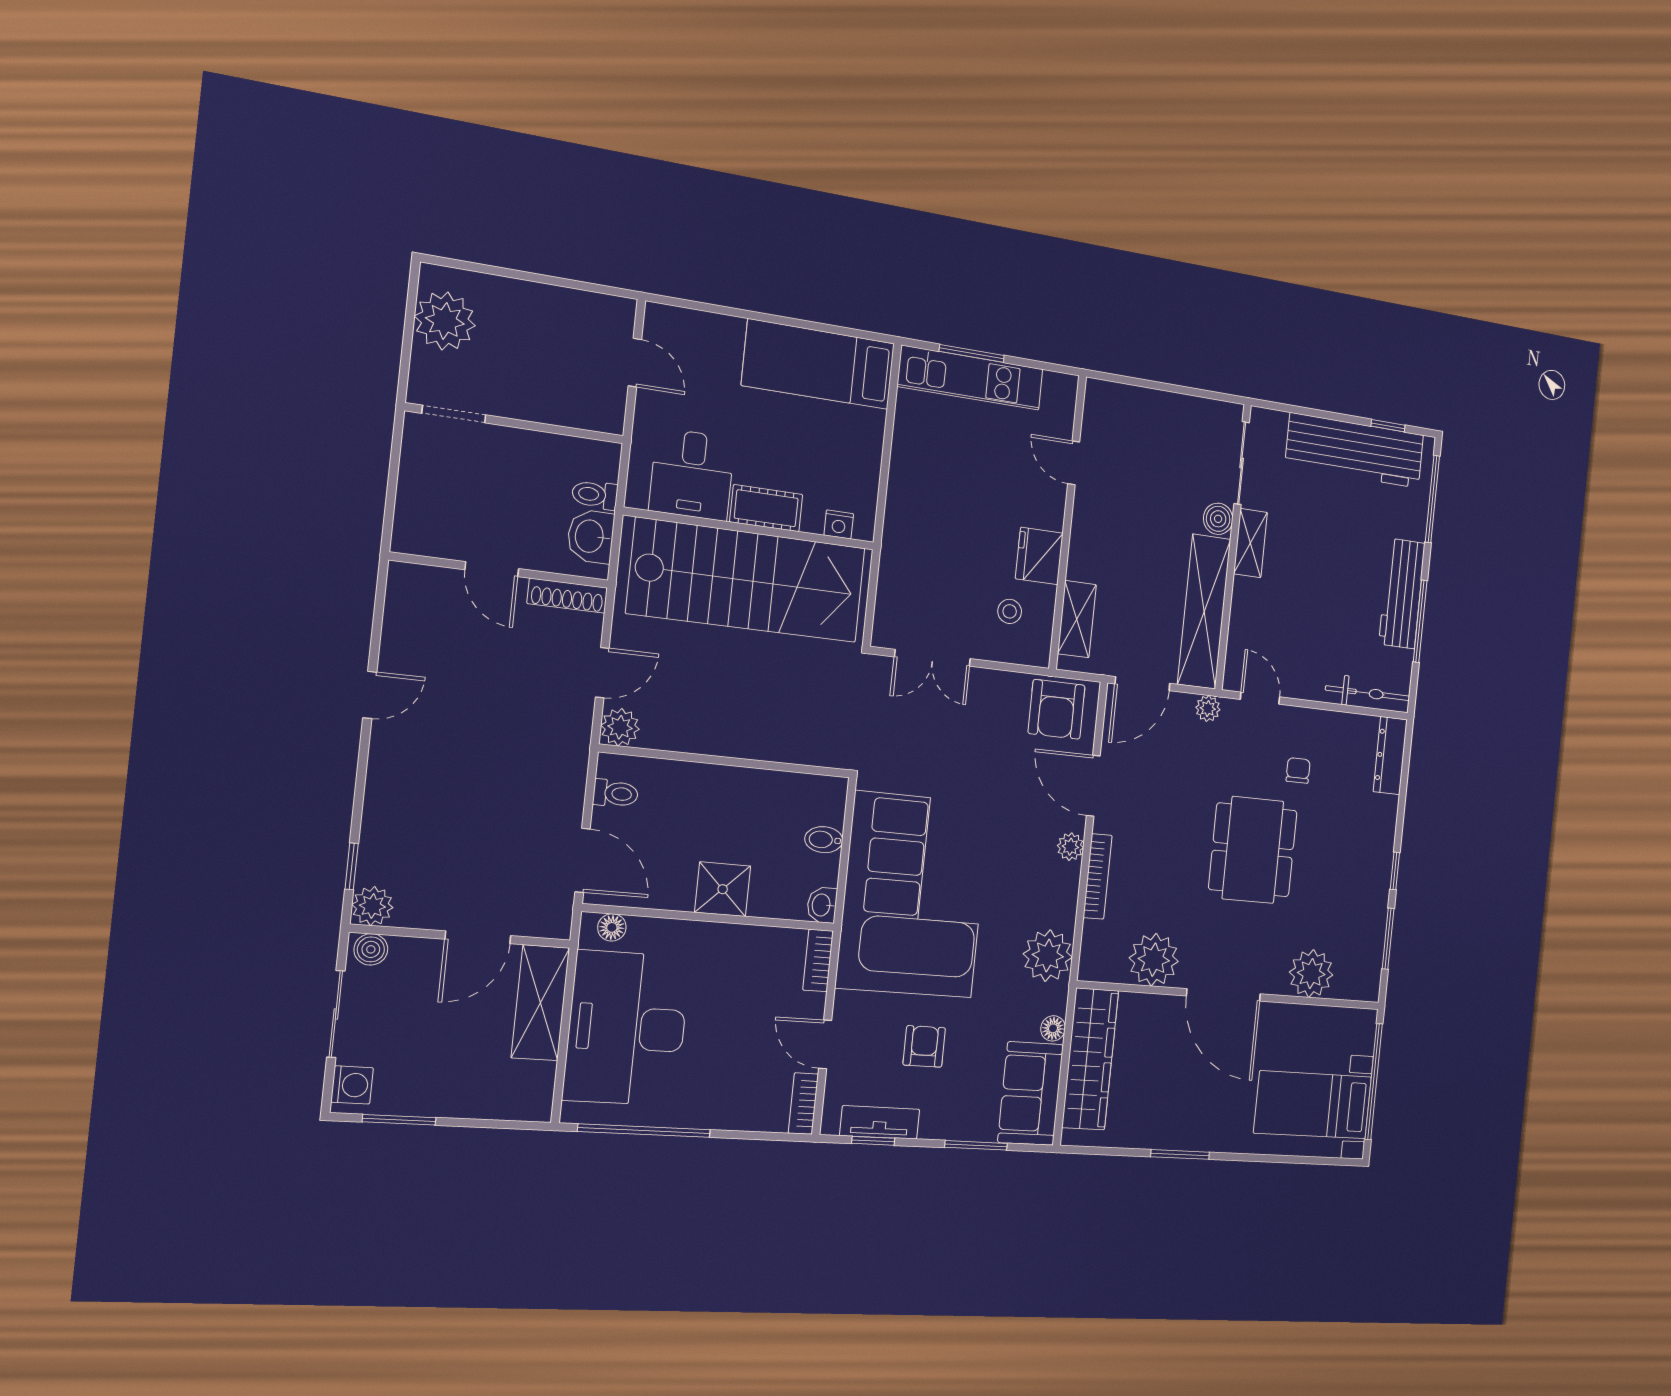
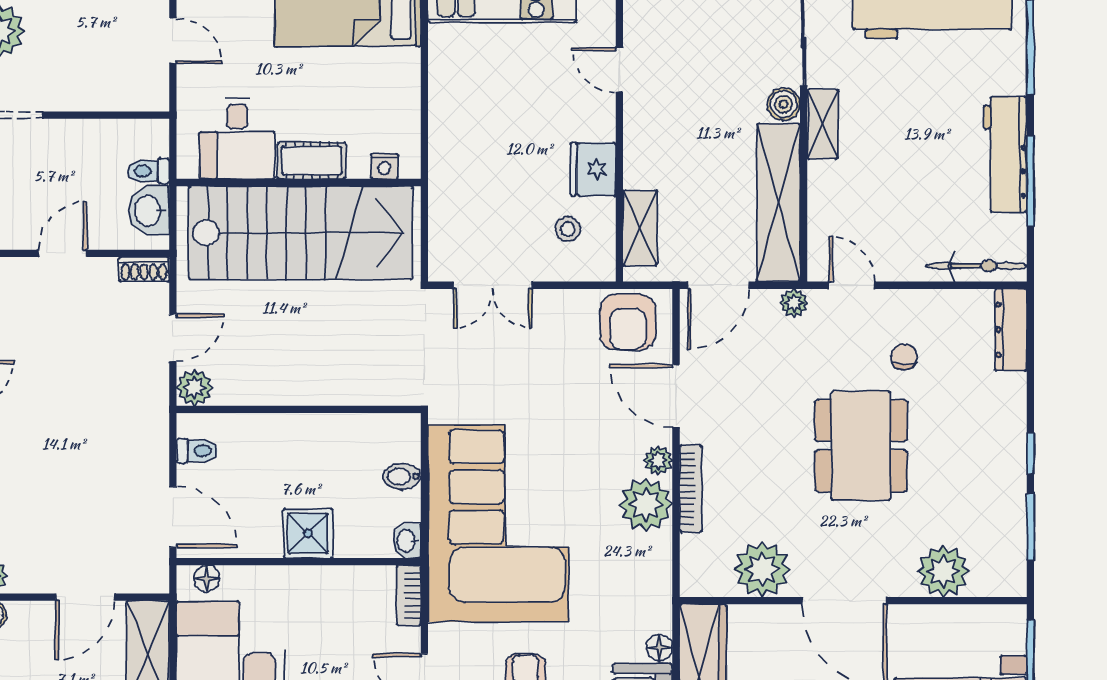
door: (492, 569) -> (63, 253), swing flipped
shoe rack: (567, 596) -> (144, 269), width x0.70
plant: (1048, 956) -> (646, 505), moved

